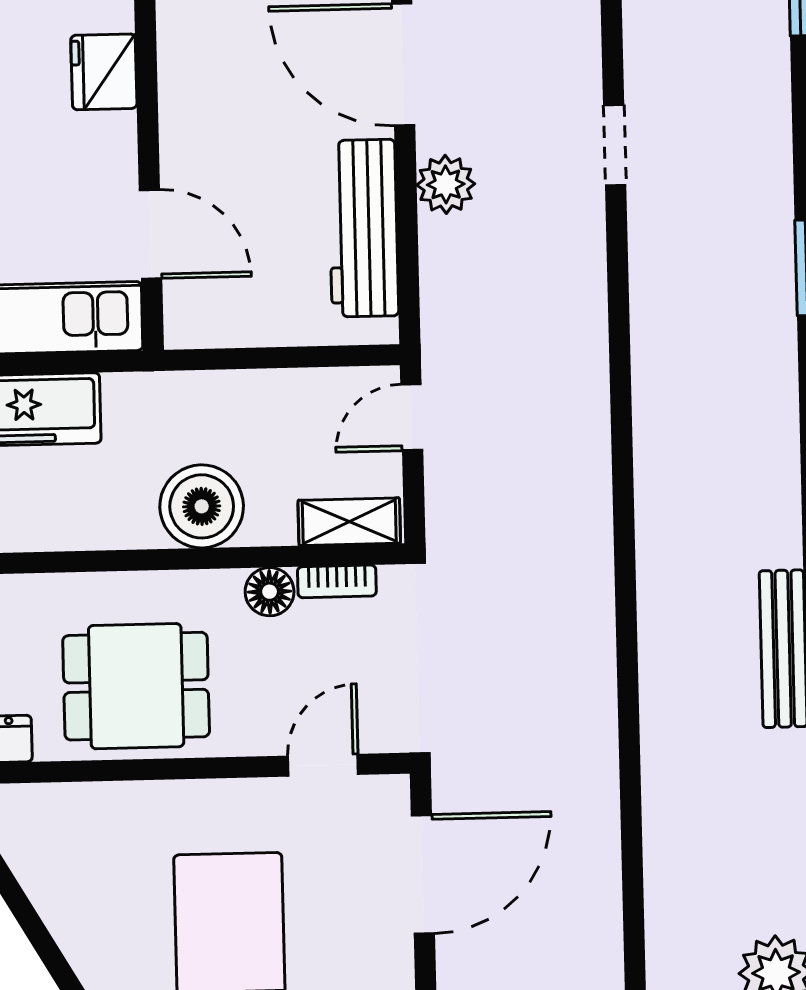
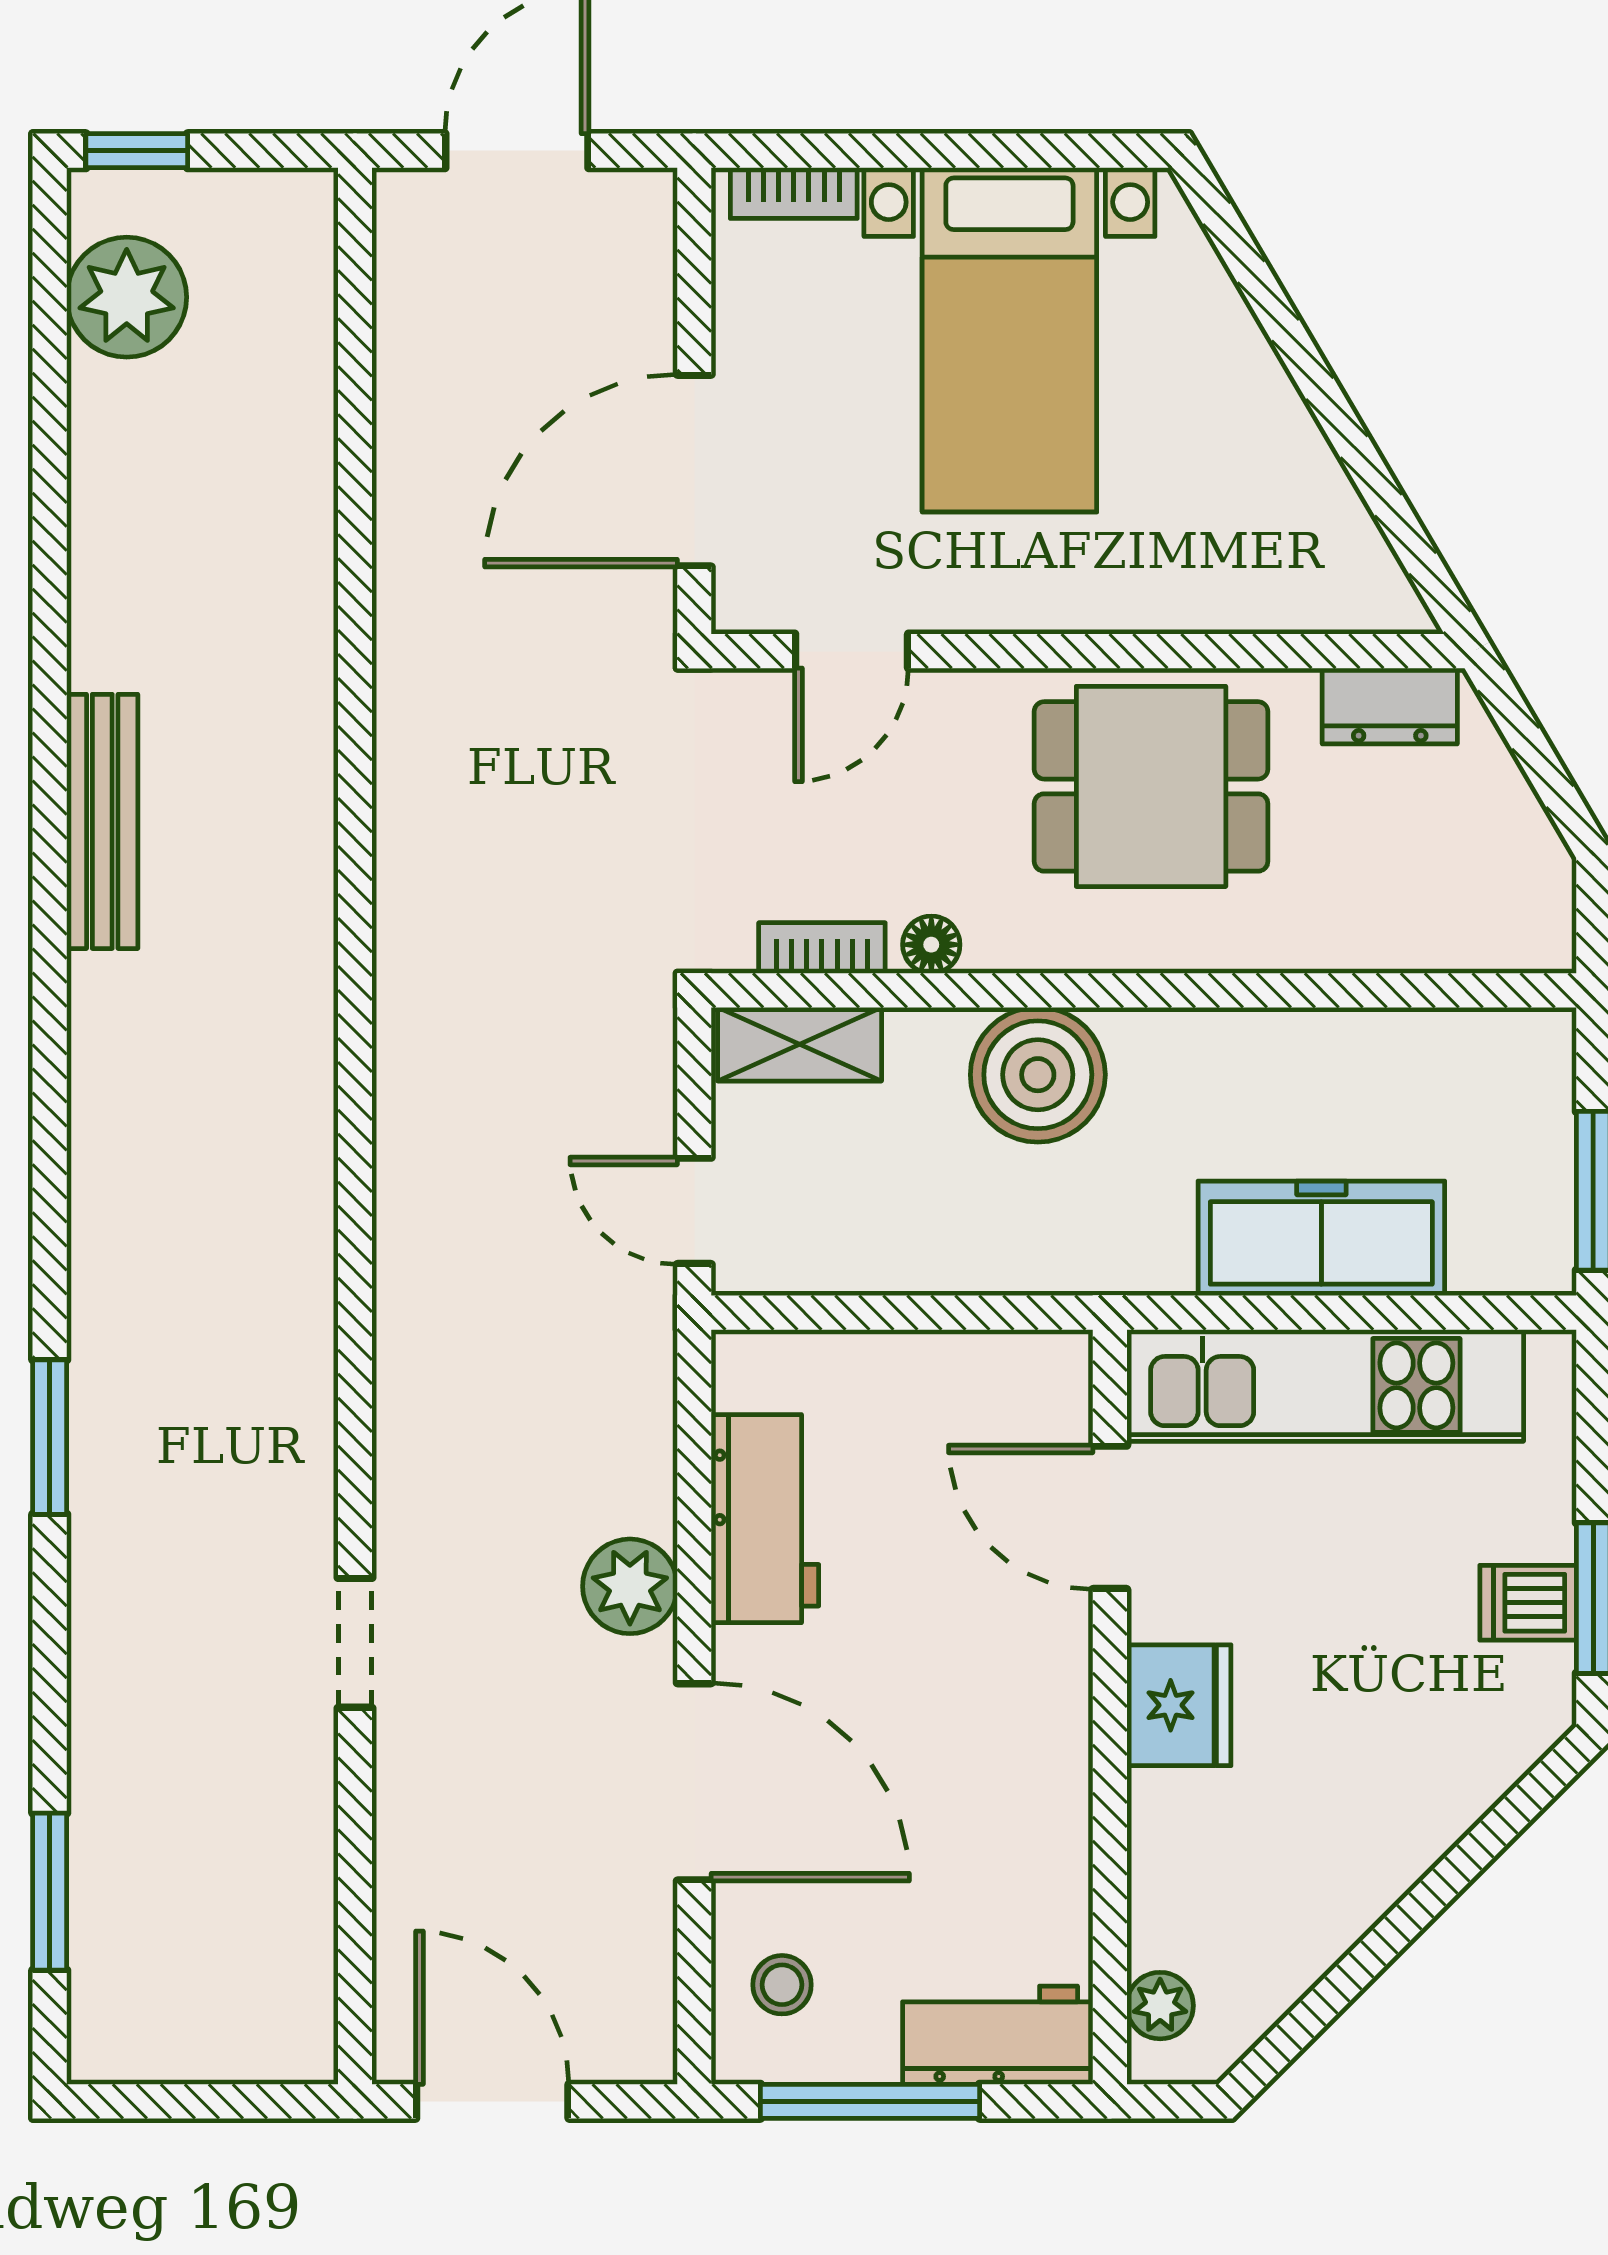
fridge: (104, 72) -> (1179, 1705), moved
workbench: (363, 228) -> (765, 1519), width x0.73
door: (412, 417) -> (694, 1211), swing flipped
floor lamp: (270, 592) -> (931, 945), width x0.73, depth x0.73

